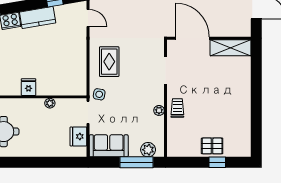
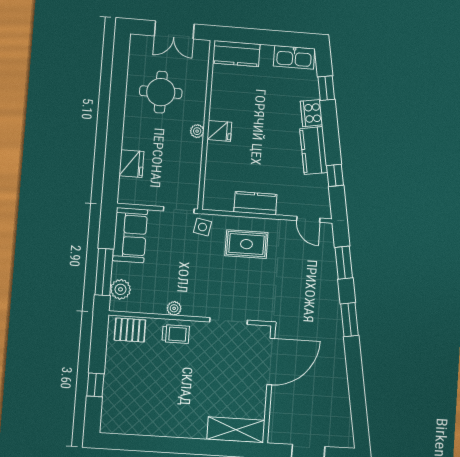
door: (88, 18) -> (308, 219), hinge flipped
shelving: (231, 48) -> (236, 430), moved, turned 90
kitchen counter: (79, 57) -> (255, 203), added
plant: (50, 103) -> (197, 131), moved
fridge: (78, 136) -> (131, 164), moved, turned 90
pallet: (212, 146) -> (130, 330), moved, turned 90

